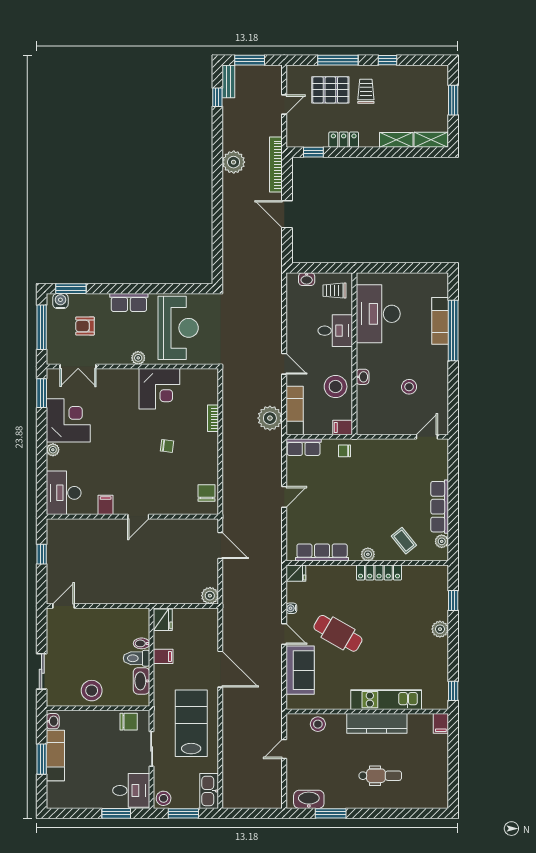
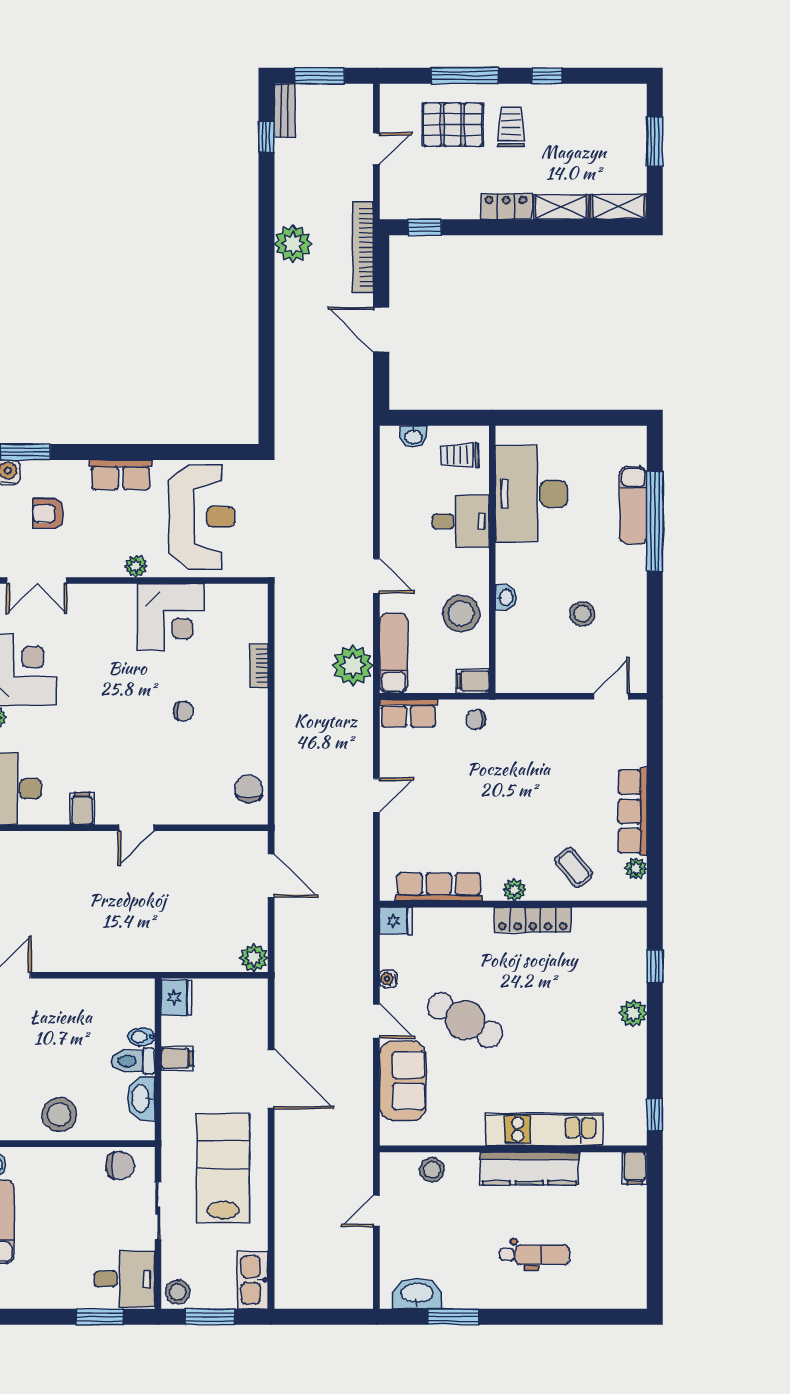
locker: (344, 140) -> (506, 206), moved

